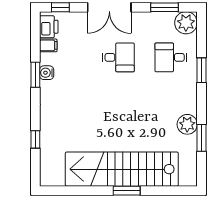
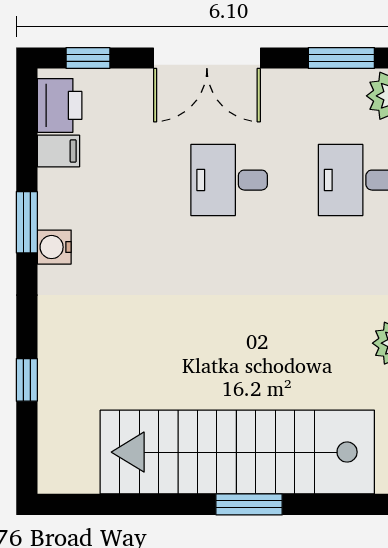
desk: (118, 57) -> (229, 180), turned 180
water cooler: (47, 73) -> (54, 247), moved

